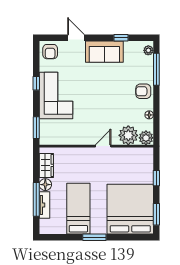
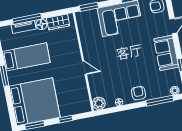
plant: (128, 135) -> (98, 88), removed

